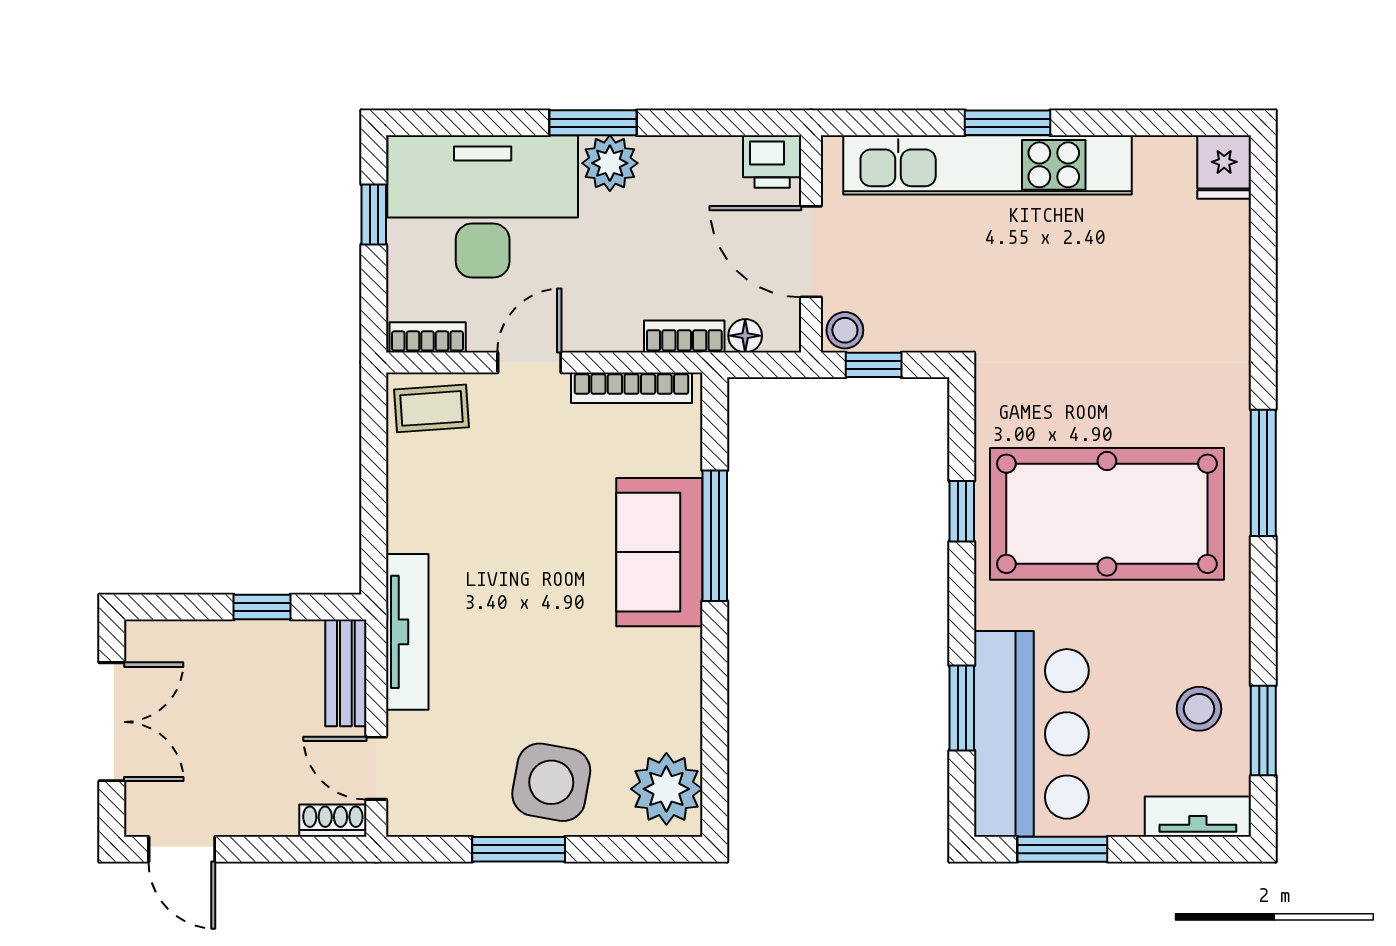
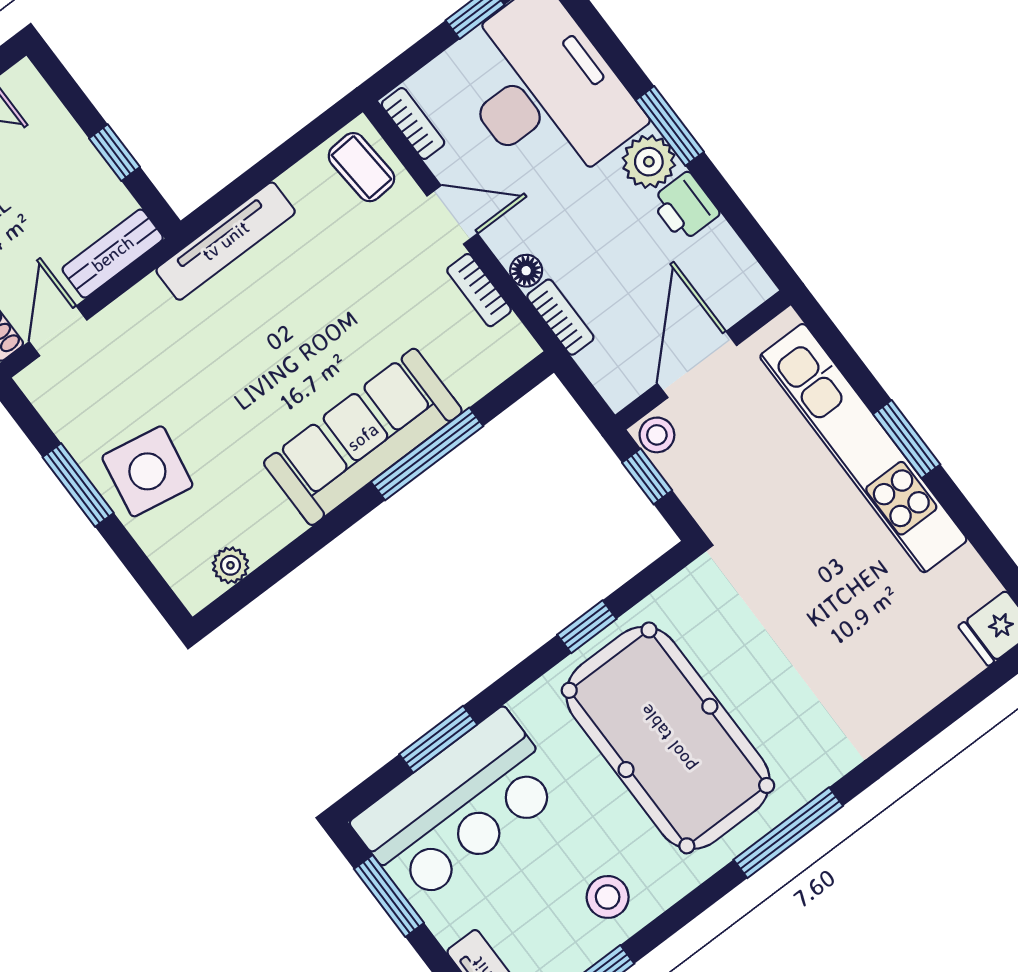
printer: (772, 161) -> (685, 207), moved
floor lamp: (745, 336) -> (526, 271), moved
bookcase: (632, 388) -> (479, 290), width x0.64
sofa: (659, 552) -> (363, 437), width x1.36
tv unit: (407, 632) -> (226, 241), moved
stool: (1199, 709) -> (608, 897), moved
plant: (666, 789) -> (230, 565), width x0.53, depth x0.53

